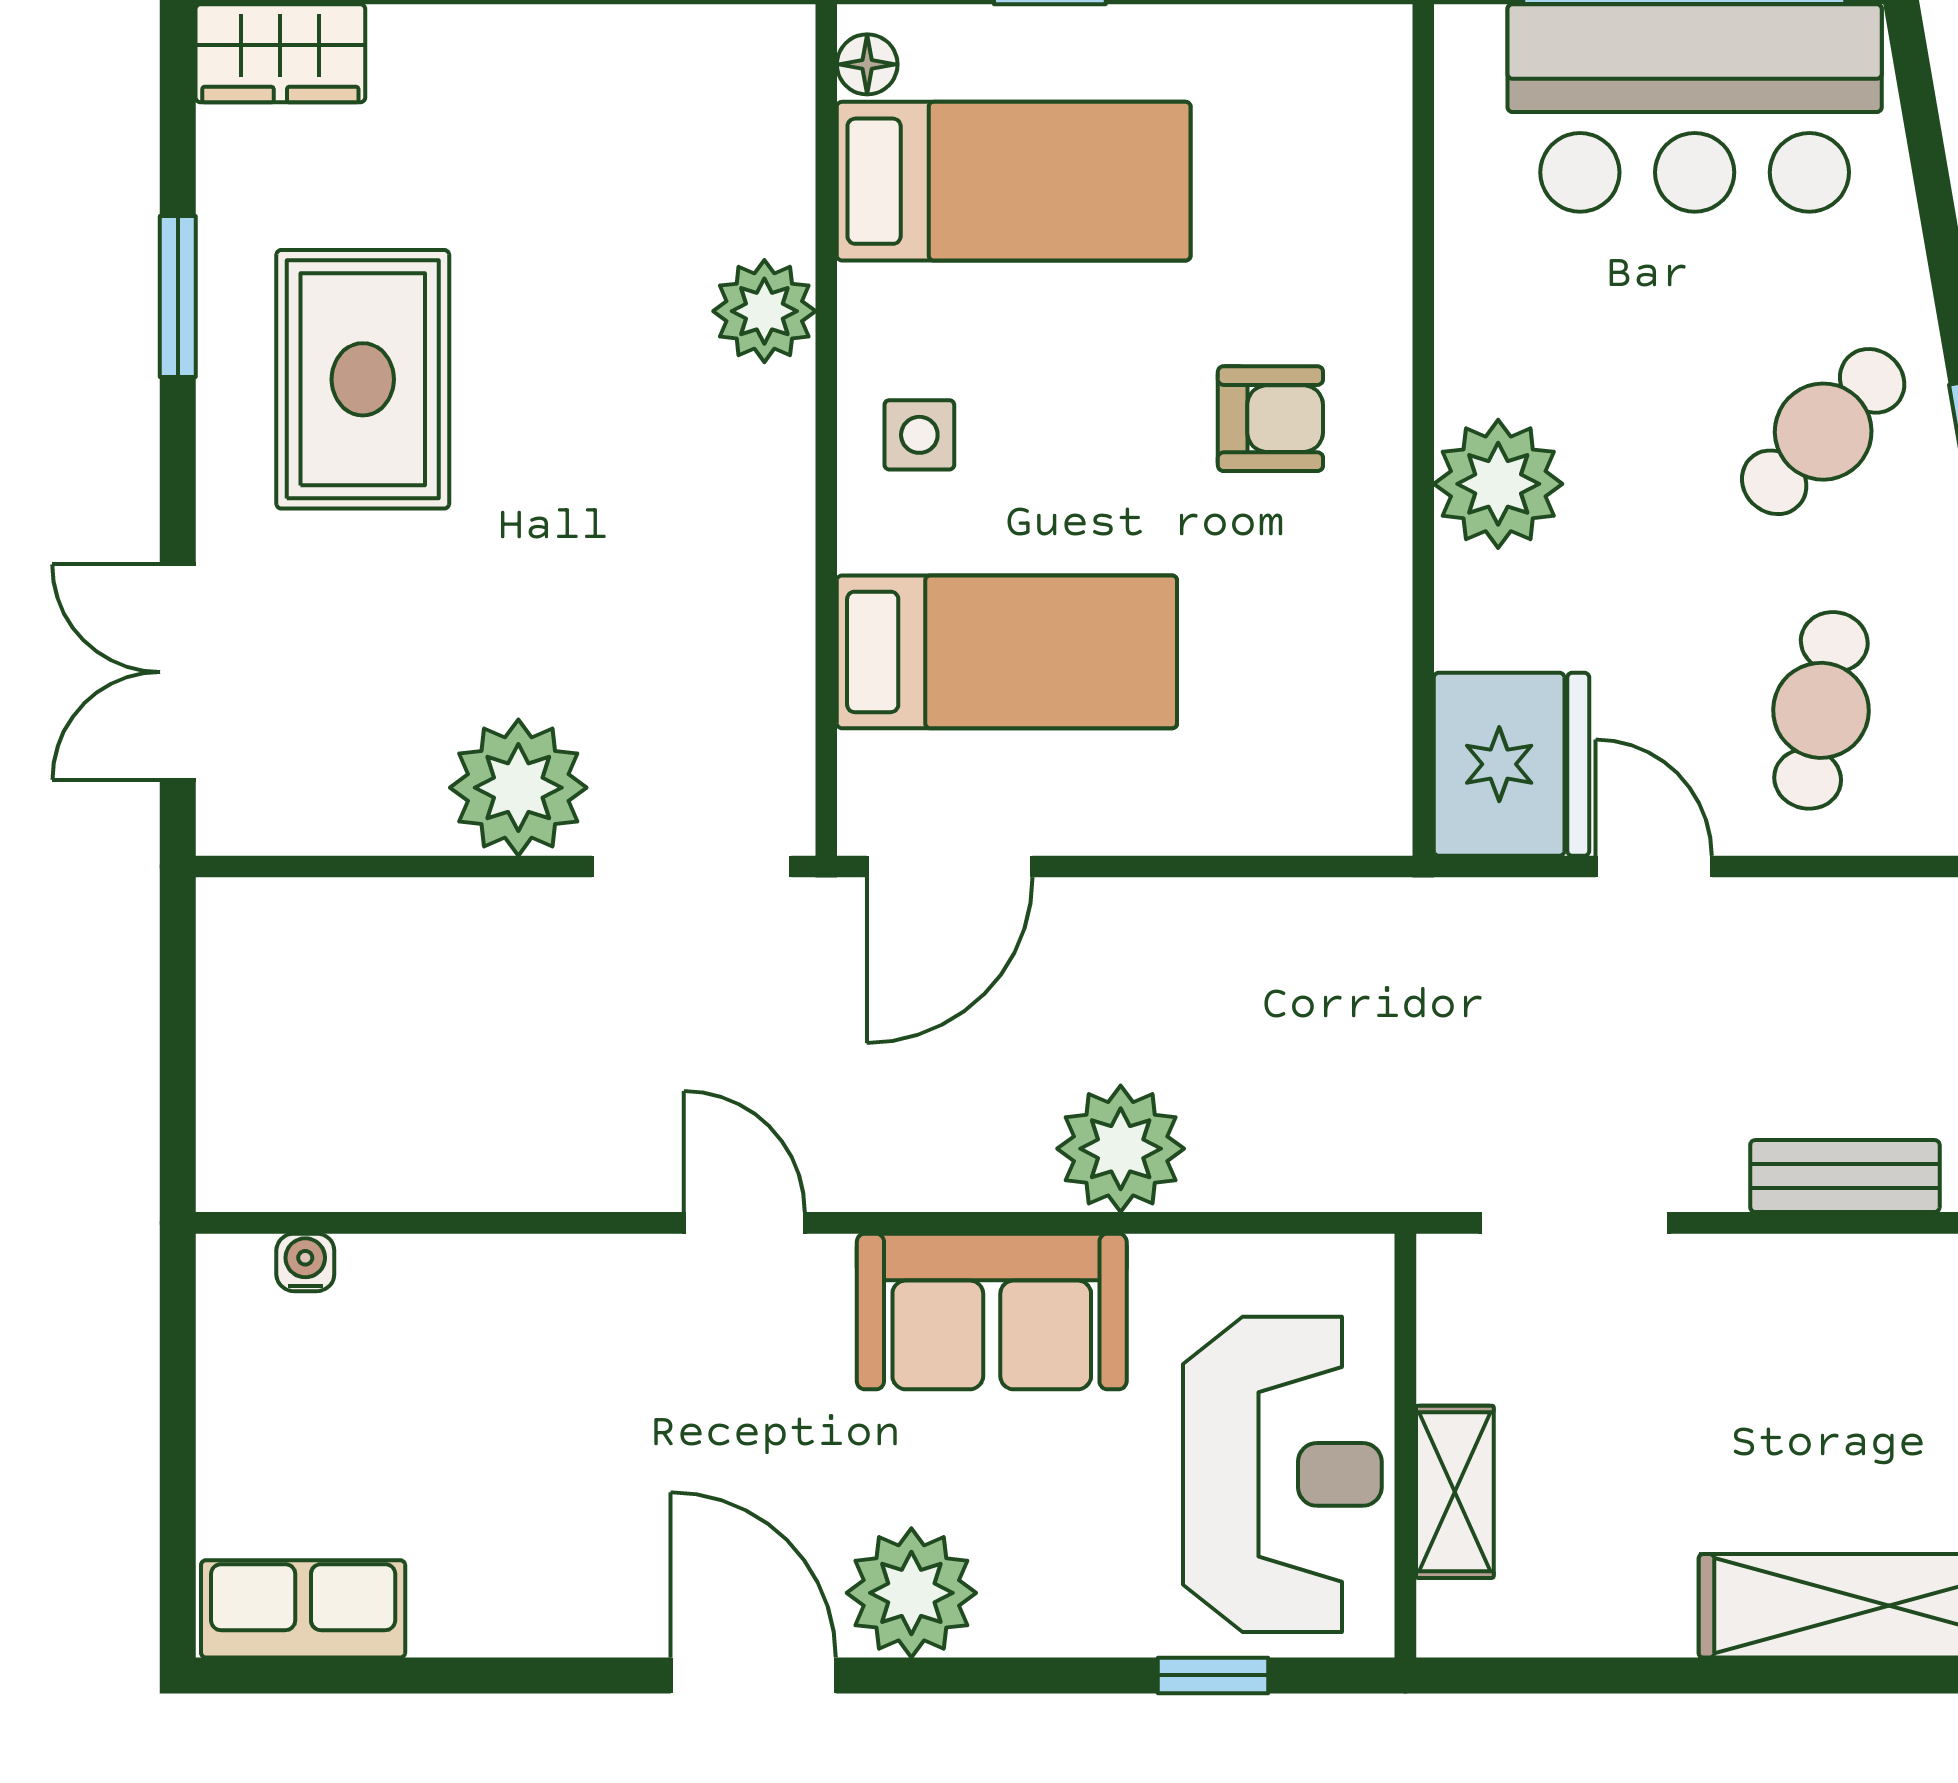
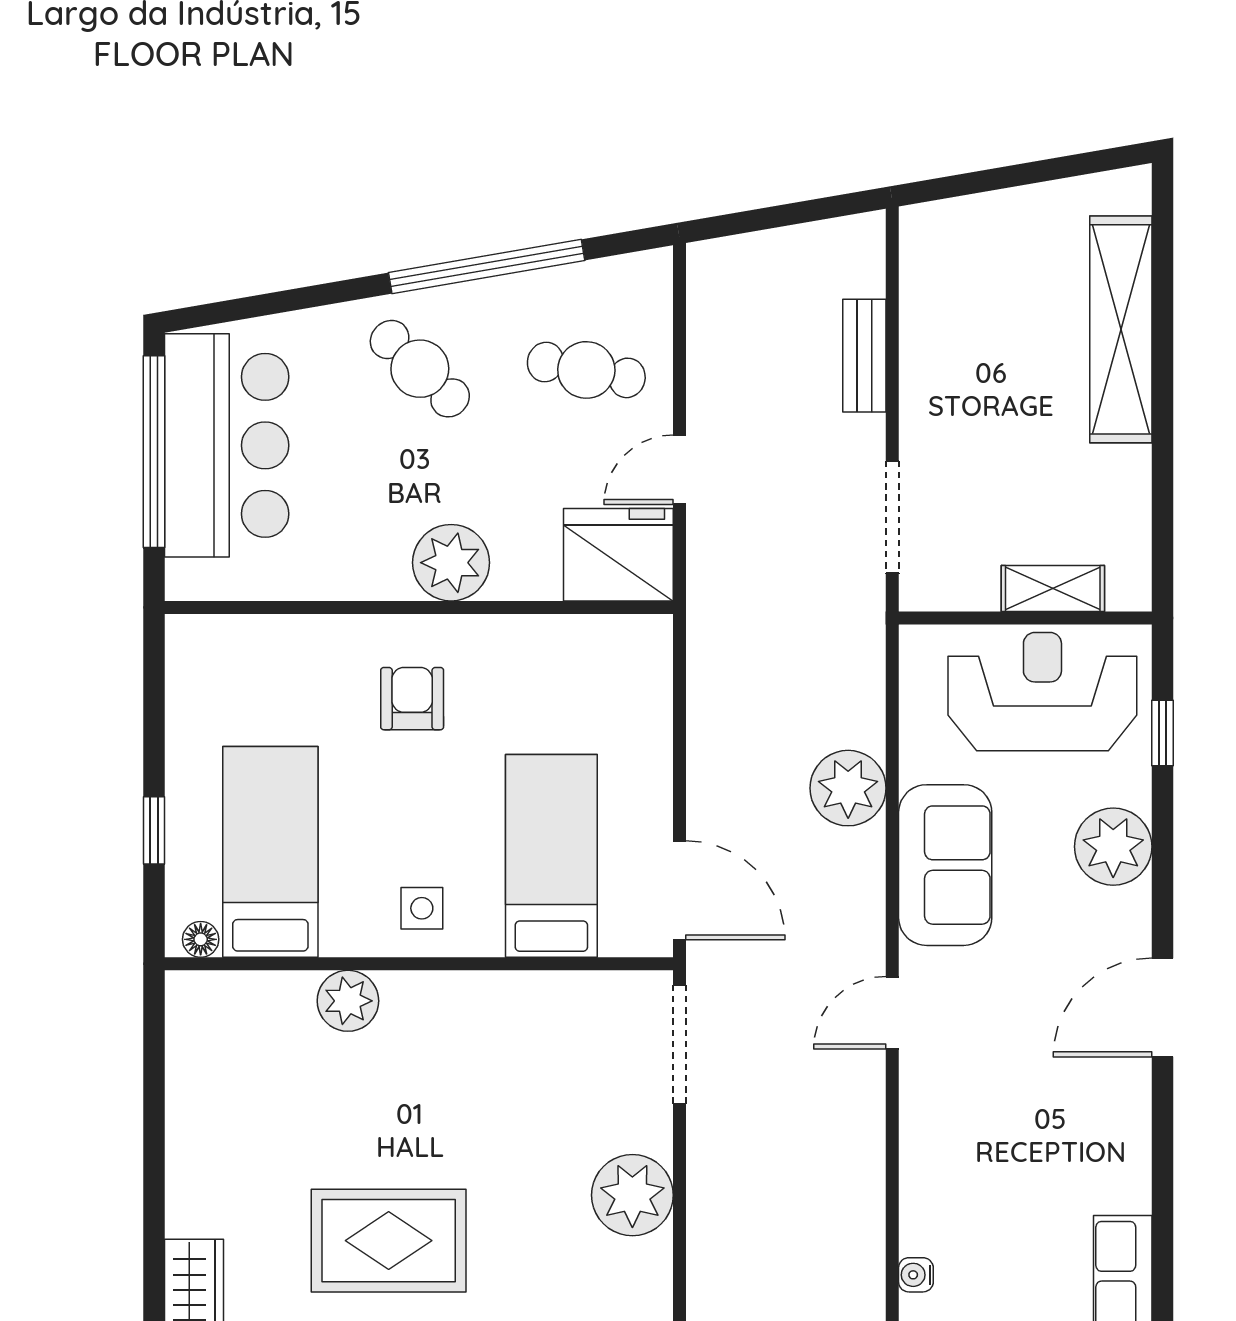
plant: (518, 788) -> (632, 1195), moved
plant: (911, 1593) -> (1113, 847), moved

